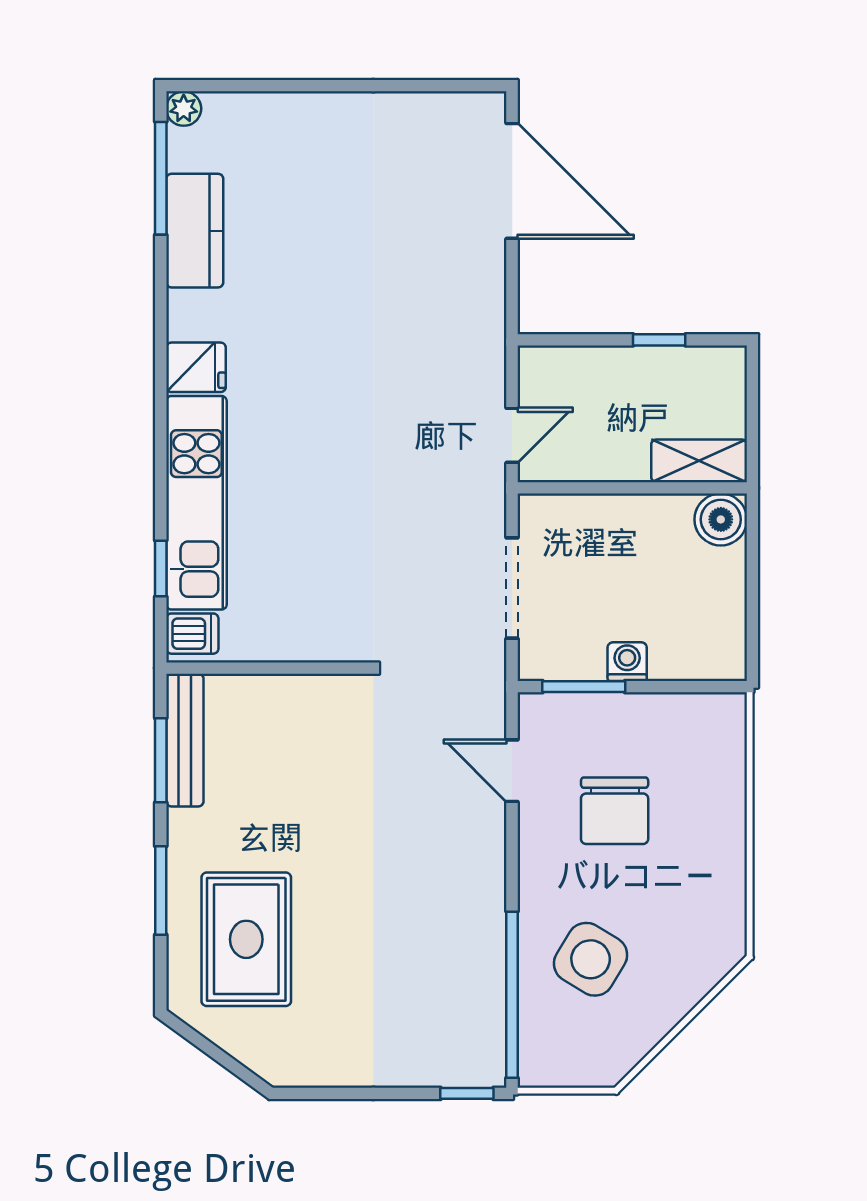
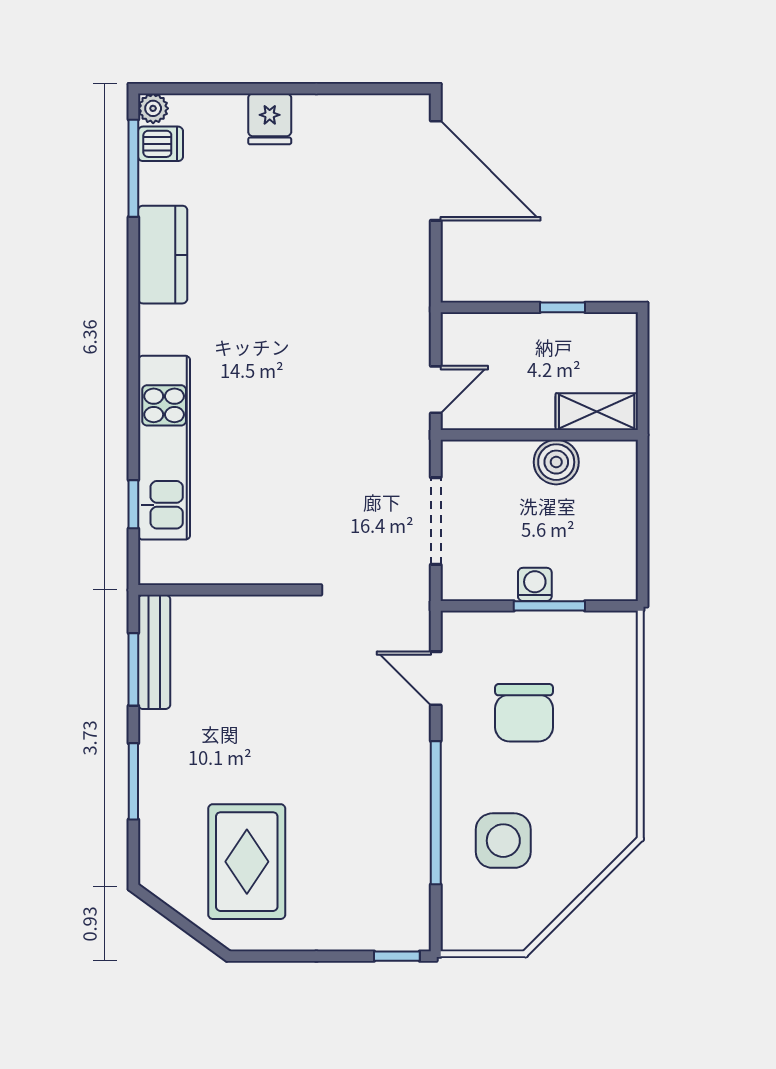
kitchen counter: (195, 231) -> (163, 255), moved
fridge: (196, 367) -> (270, 119), moved, turned 90
boiler: (721, 519) -> (556, 462), moved
dishwasher: (192, 634) -> (161, 144), moved
window: (584, 687) -> (549, 606), moved
rug: (246, 939) -> (247, 862), moved
side table: (591, 959) -> (503, 841), turned -31
window: (512, 995) -> (436, 813), moved

